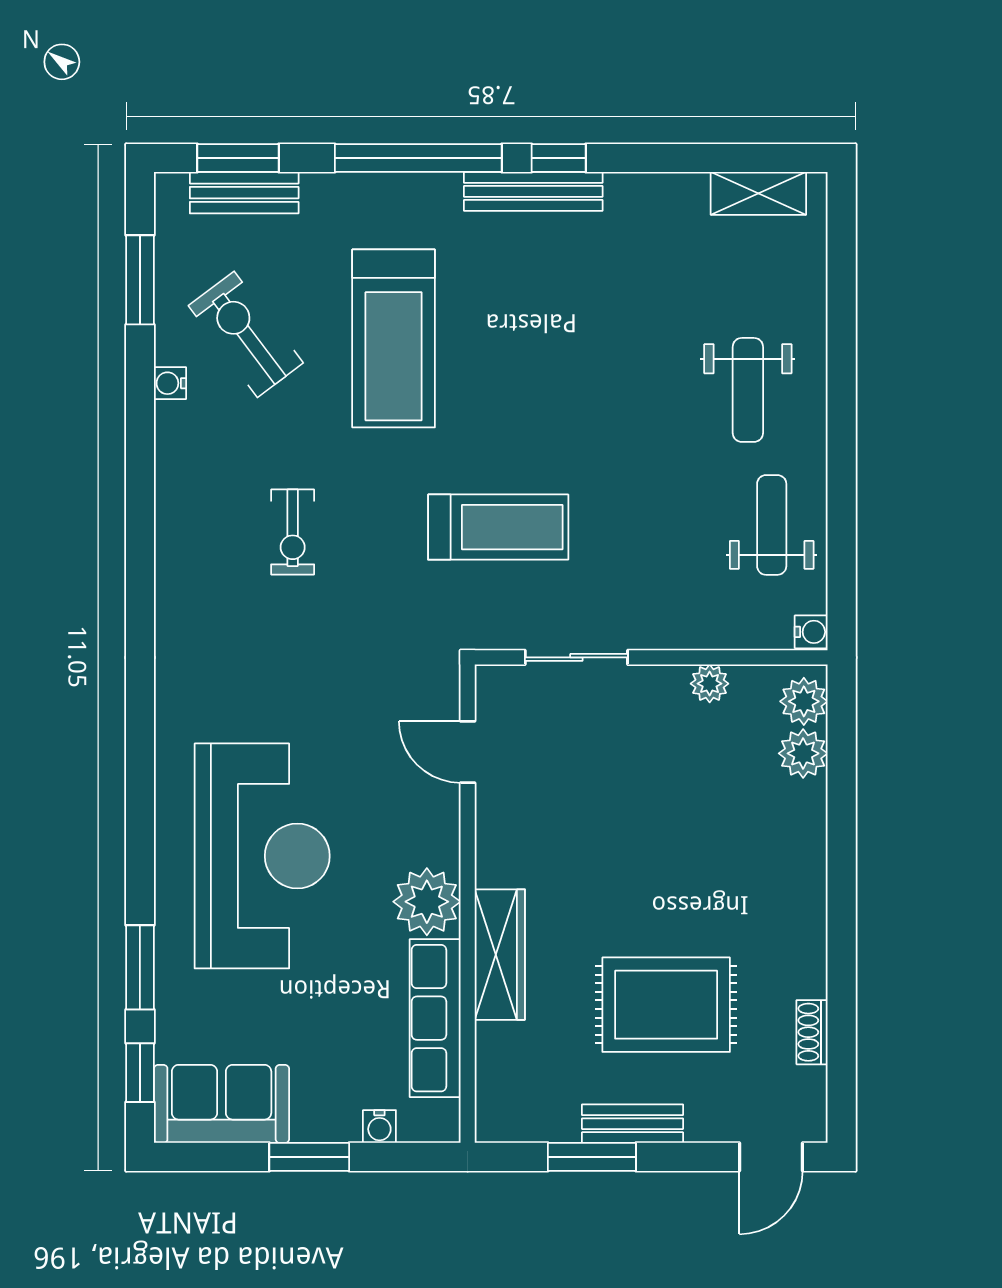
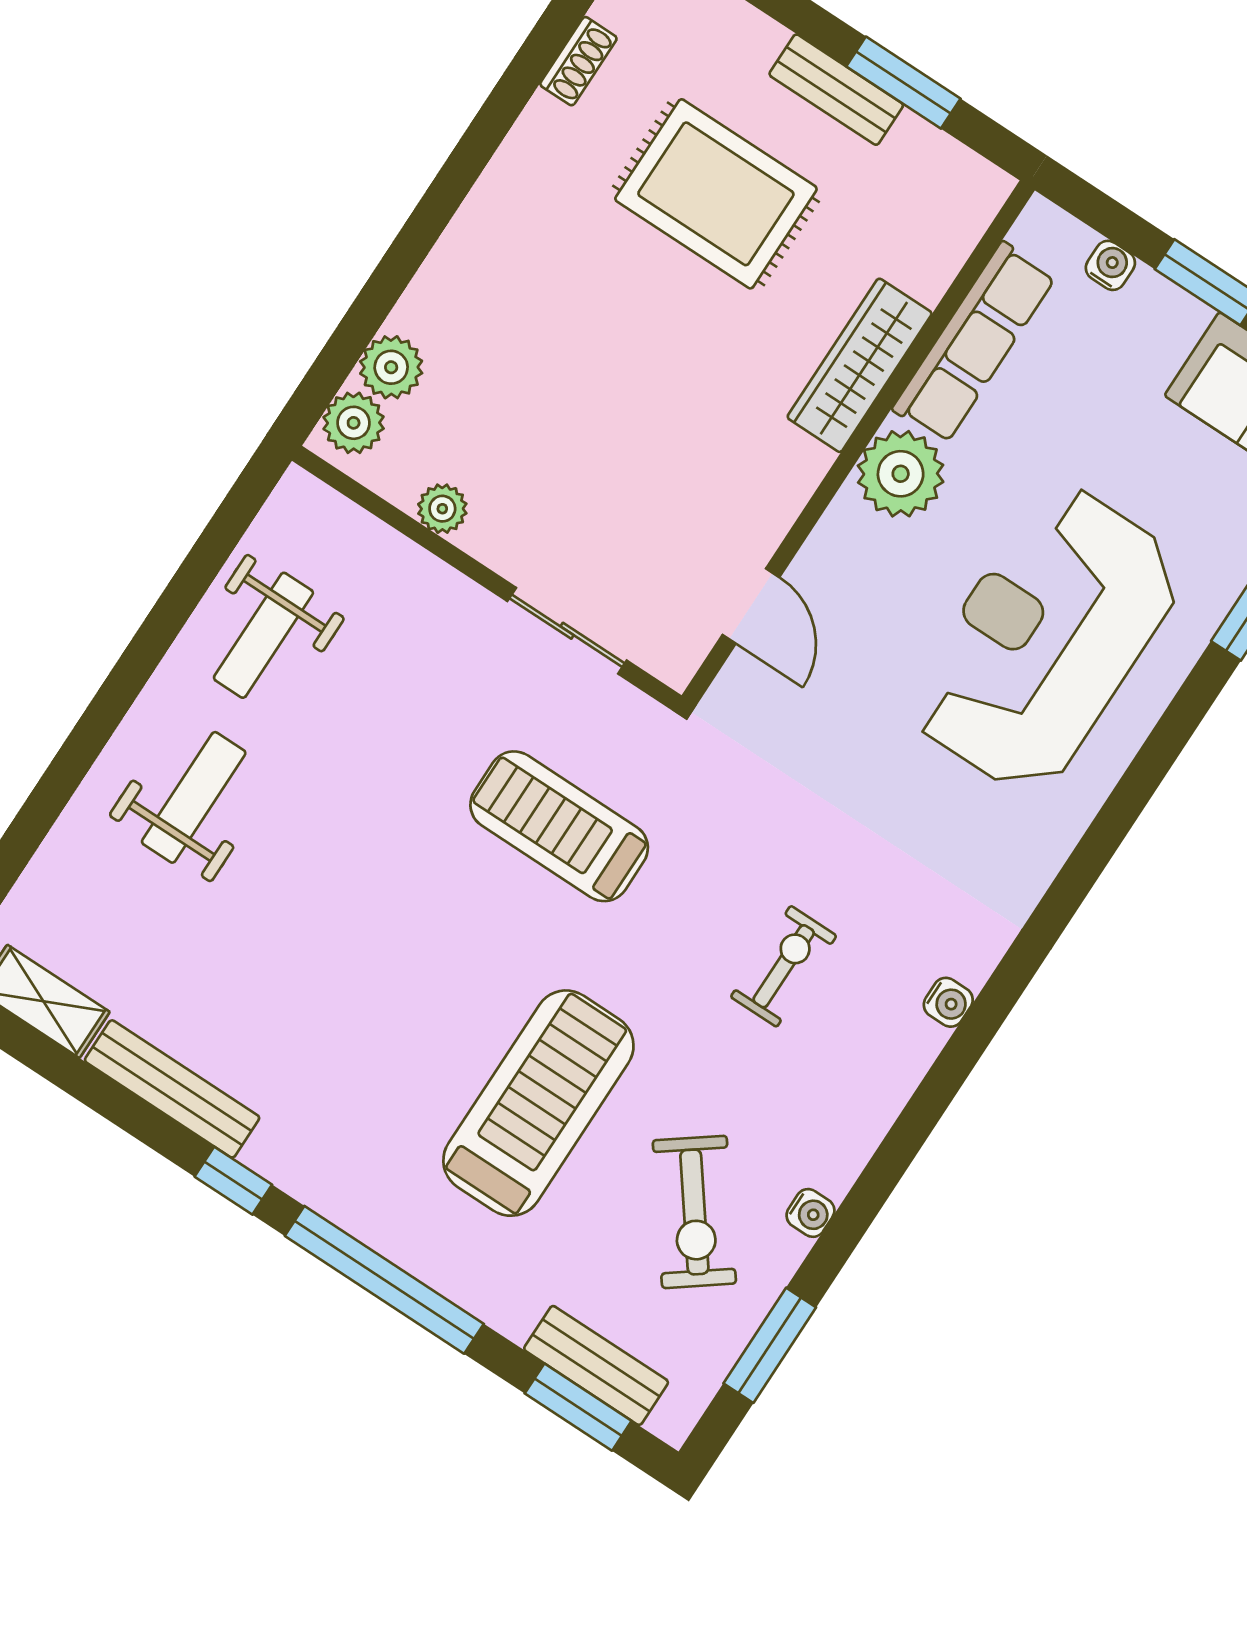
bench: (533, 191) -> (172, 1089), moved
water cooler: (811, 632) -> (948, 1002), moved, turned 180

